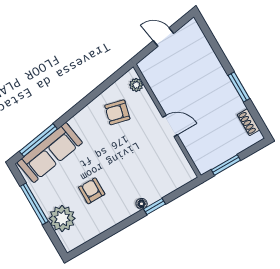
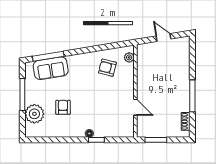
window: (239, 87) -> (192, 96), width x1.44
door: (170, 126) -> (135, 107), moved
sofa: (50, 153) -> (51, 68), width x0.73

